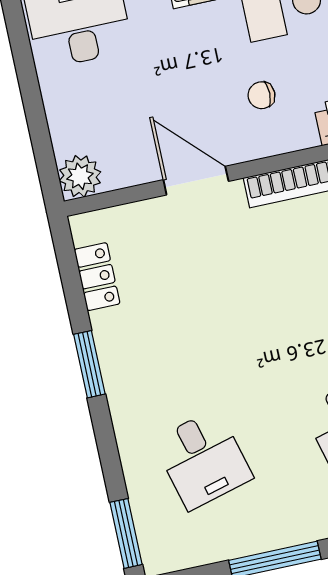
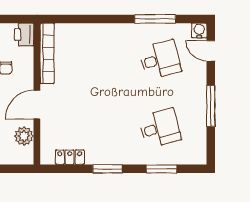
plant: (80, 176) -> (24, 136), moved
window: (126, 533) -> (162, 169), moved

